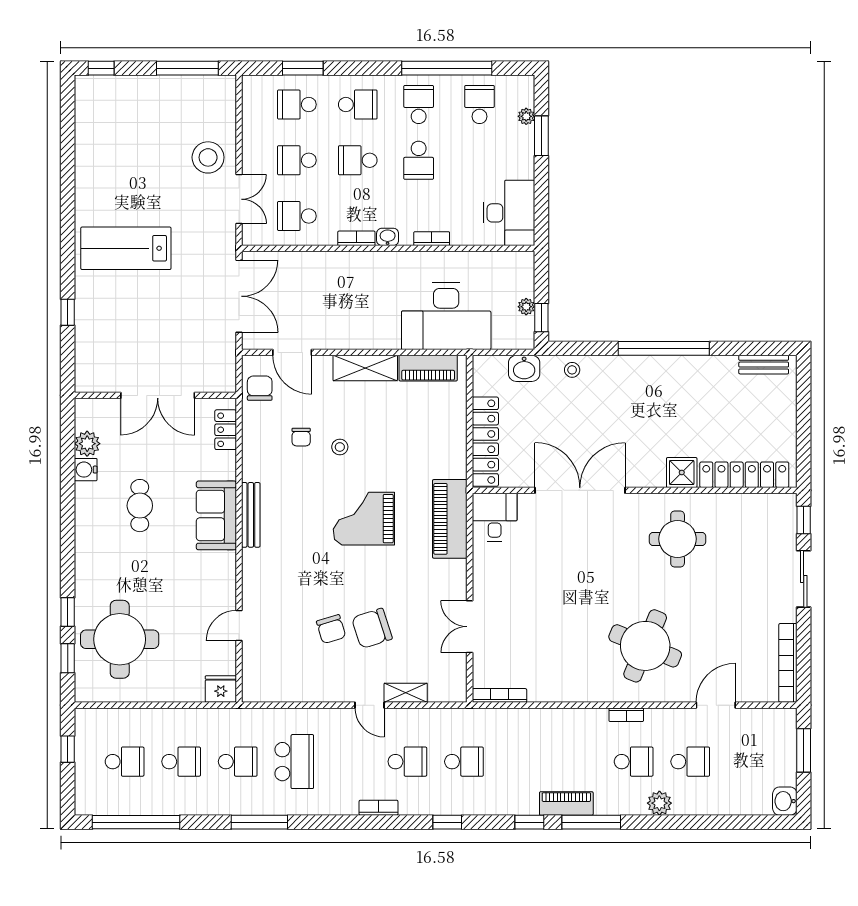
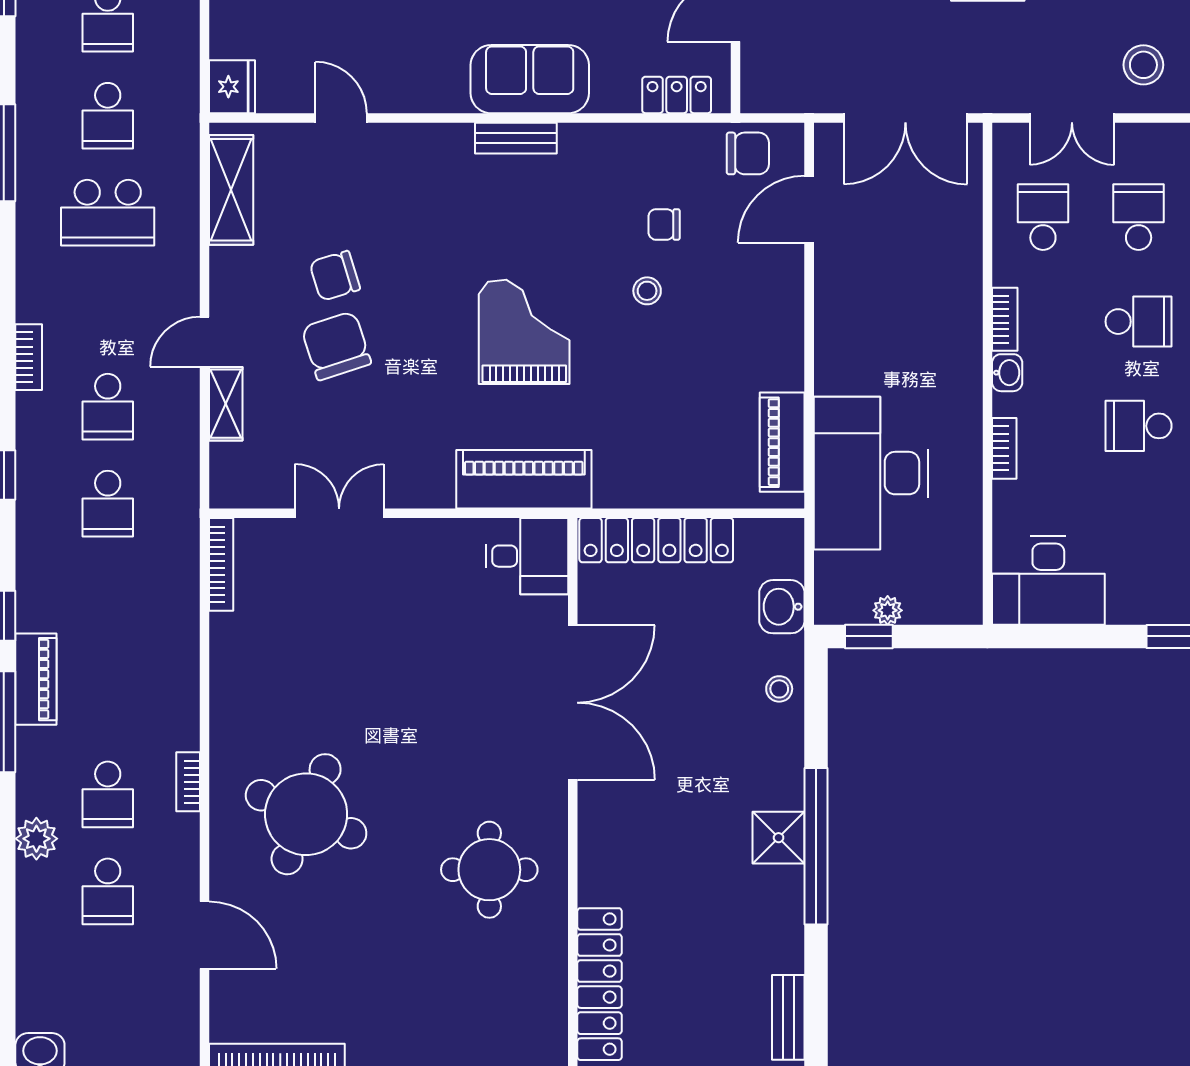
stool: (208, 157) -> (1143, 65), width x0.73, depth x0.73
school desk: (358, 160) -> (1139, 322), turned 90
shelving: (365, 368) -> (231, 190), moved
shower: (682, 472) -> (779, 838), moved
bench: (251, 515) -> (516, 138), width x0.73

